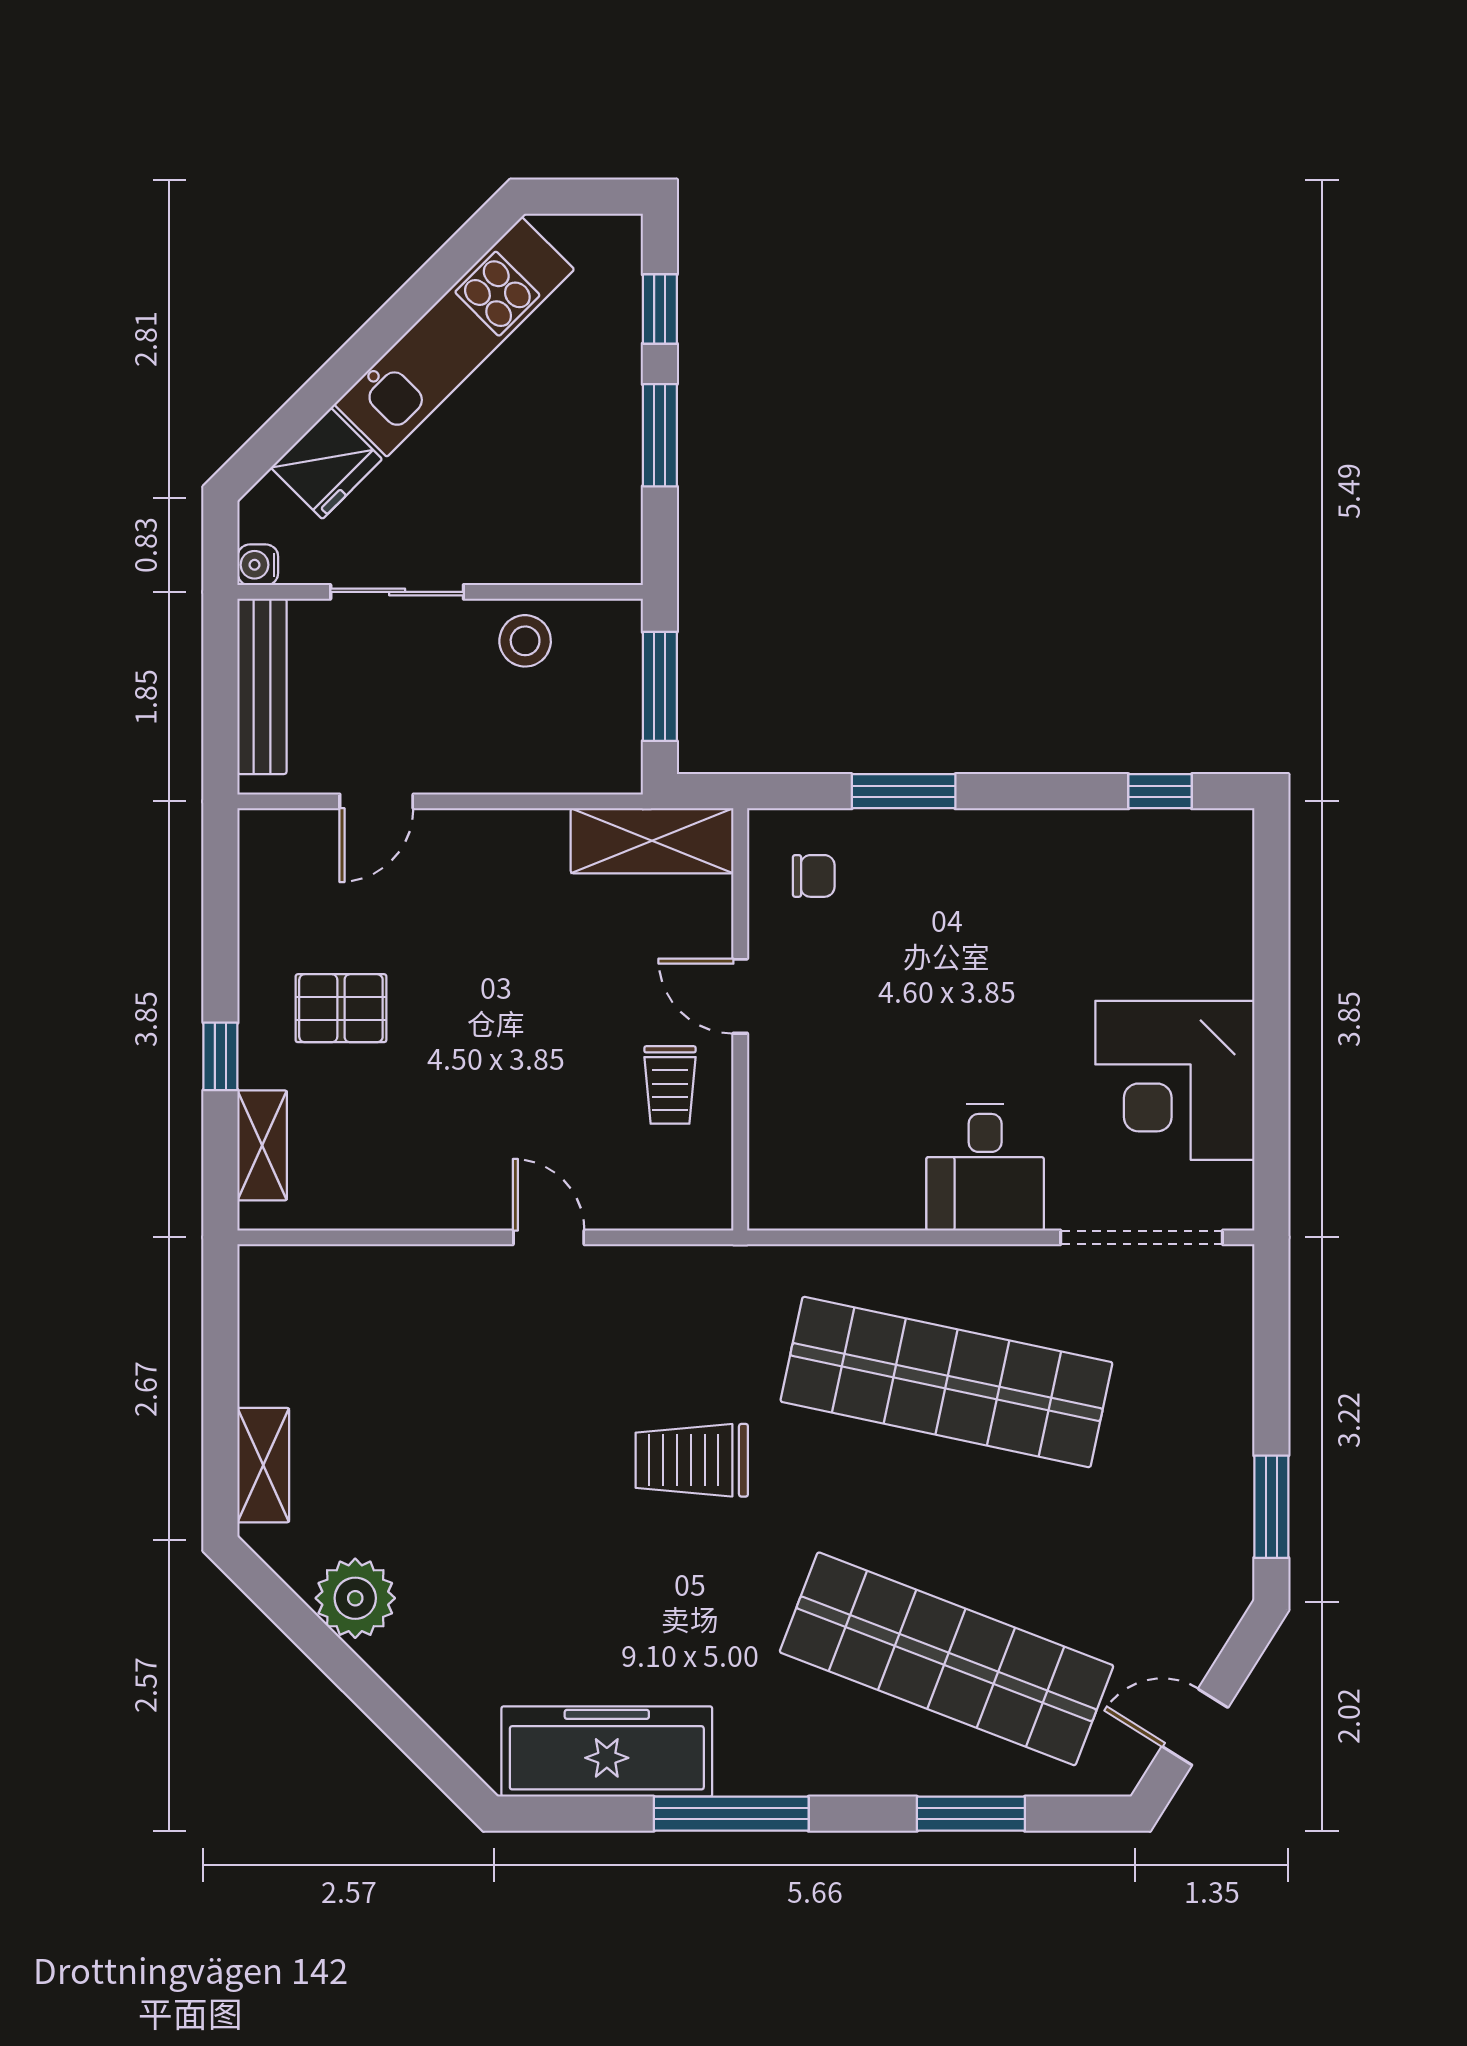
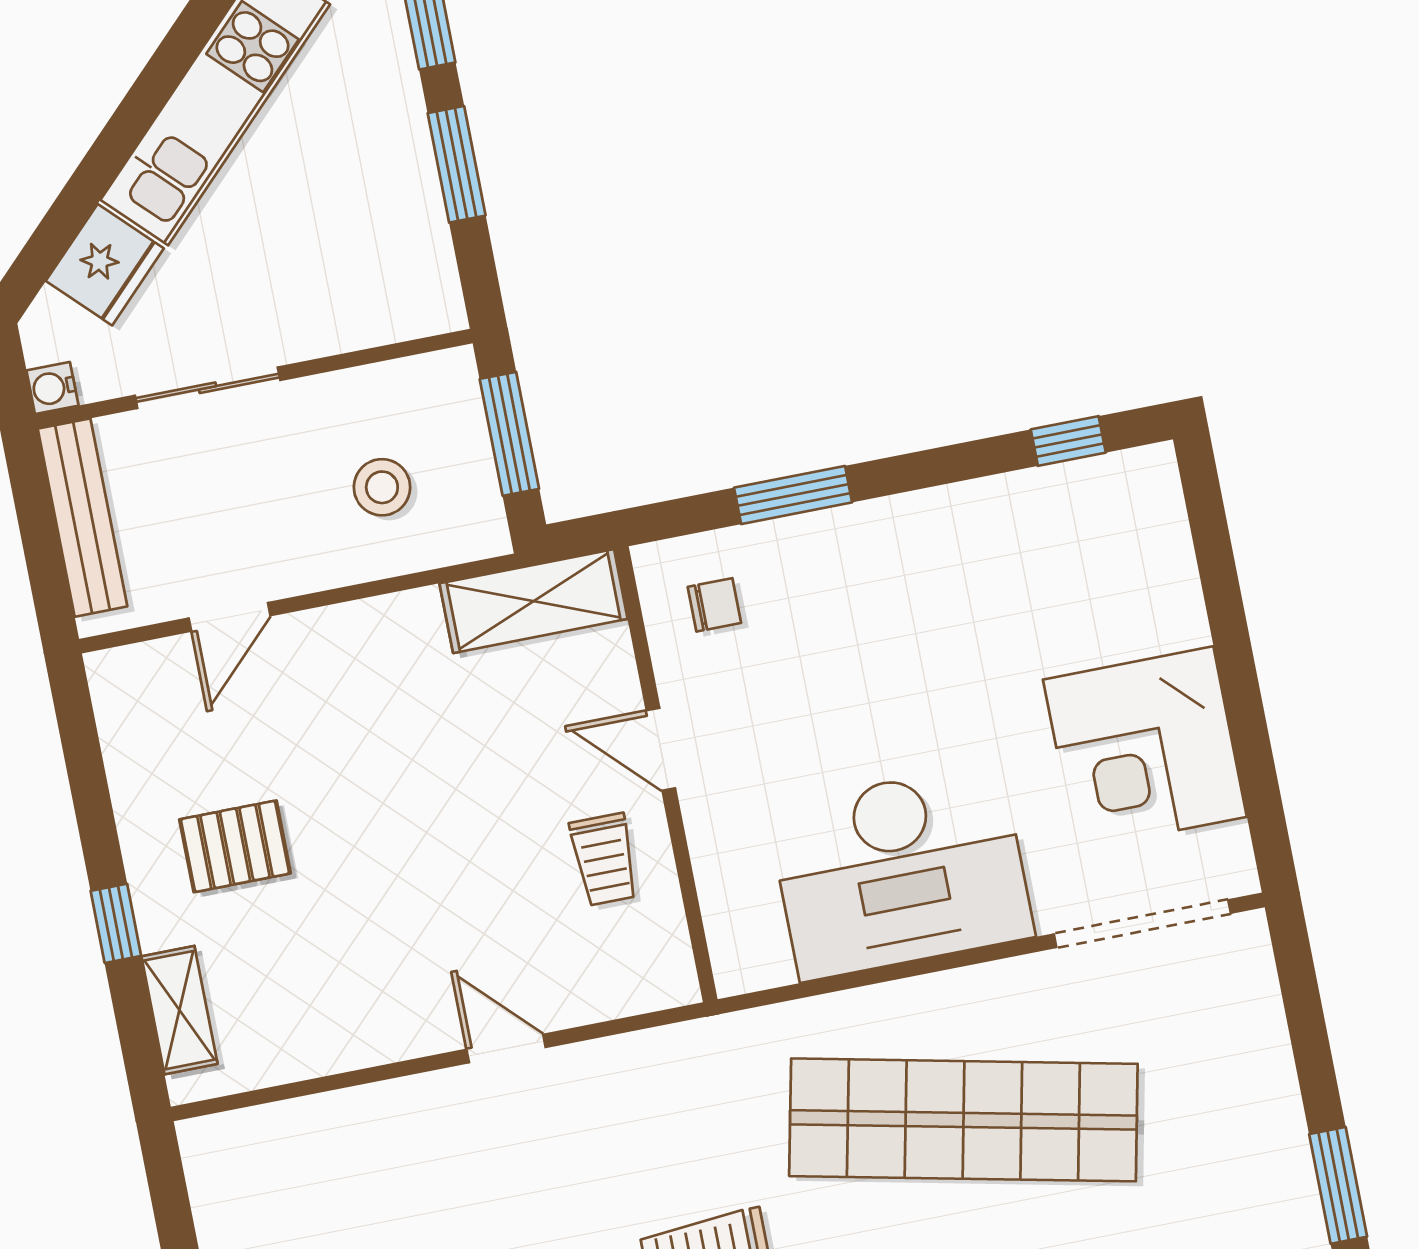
stool: (525, 641) -> (382, 487), moved
desk: (985, 1167) -> (901, 872), width x1.87, depth x1.30

